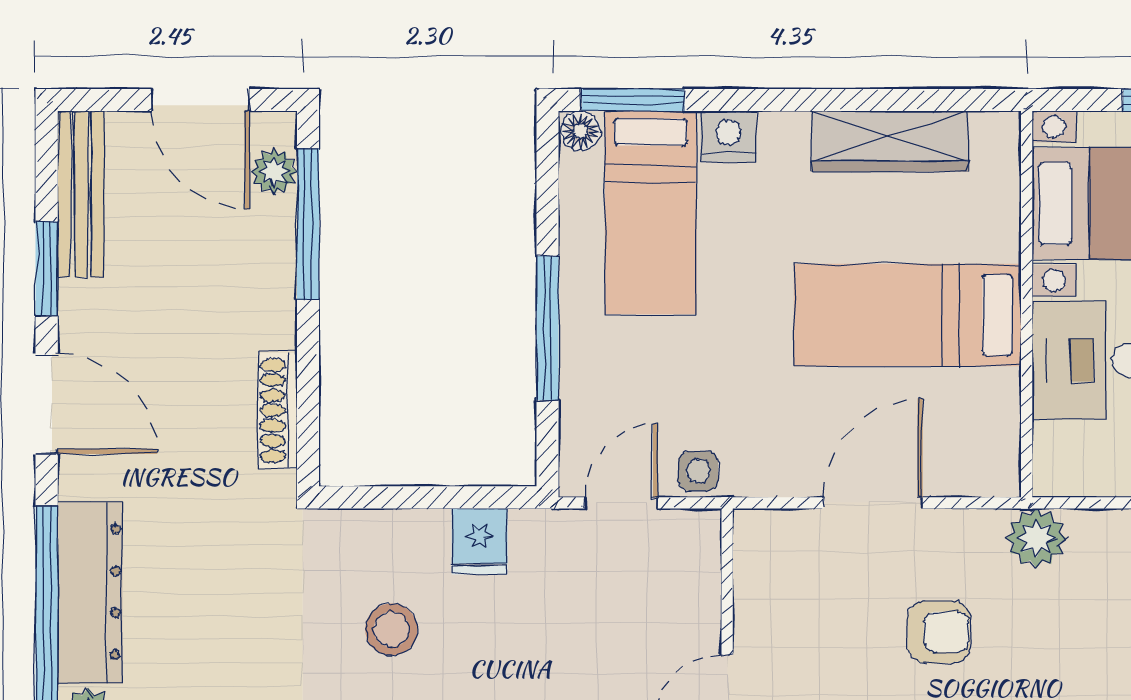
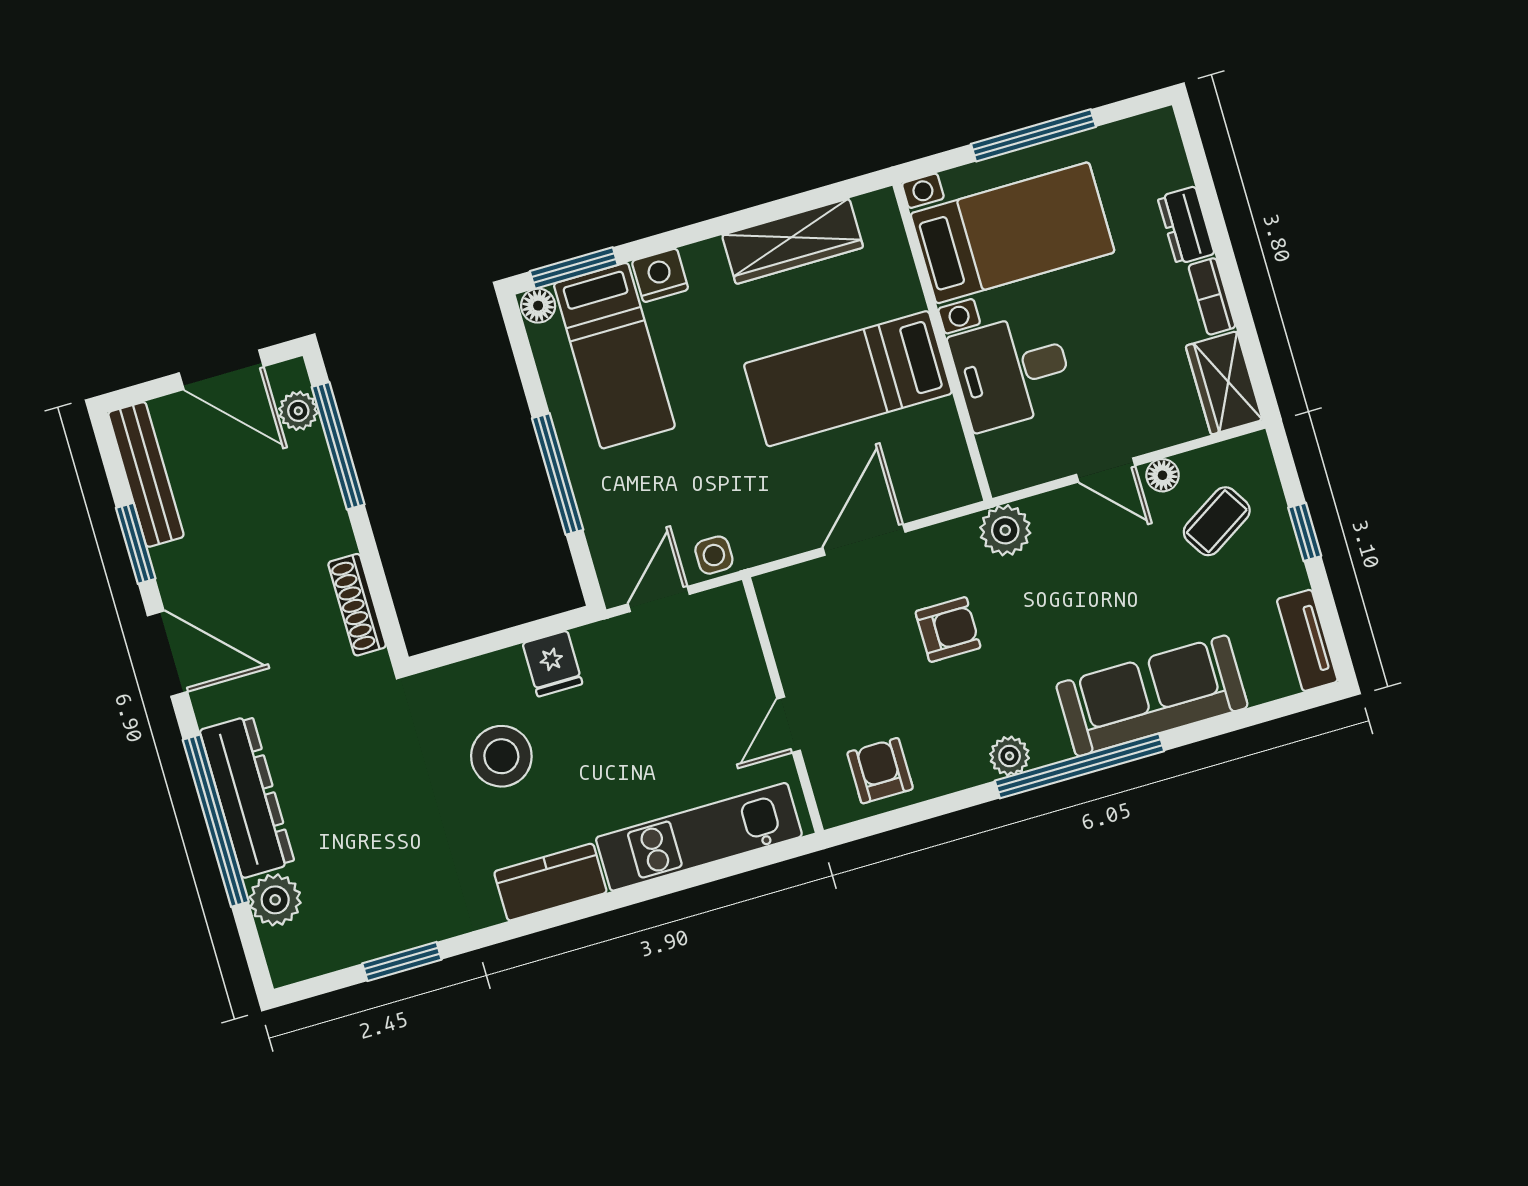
stool: (391, 629) -> (501, 756), width x1.38, depth x1.38

